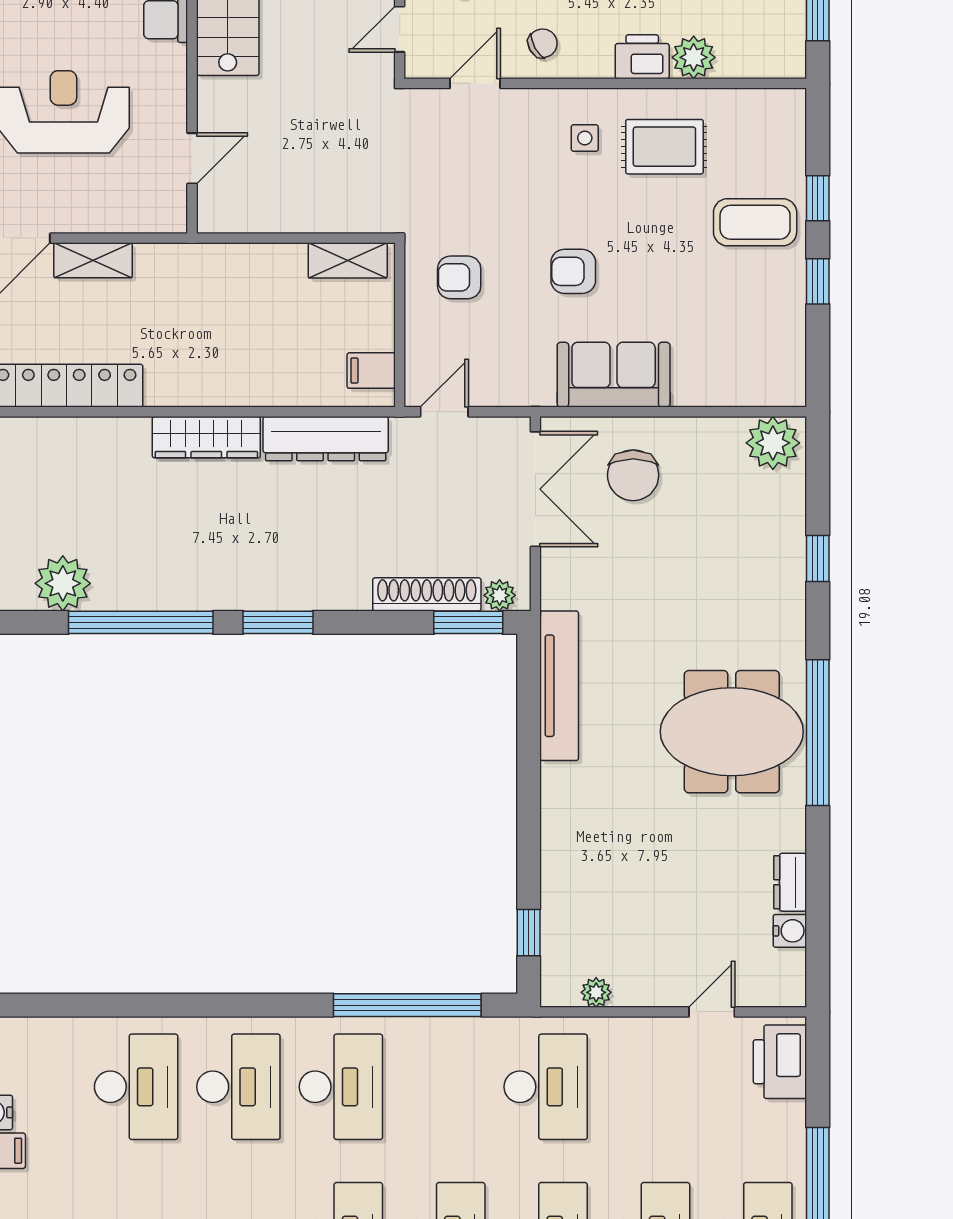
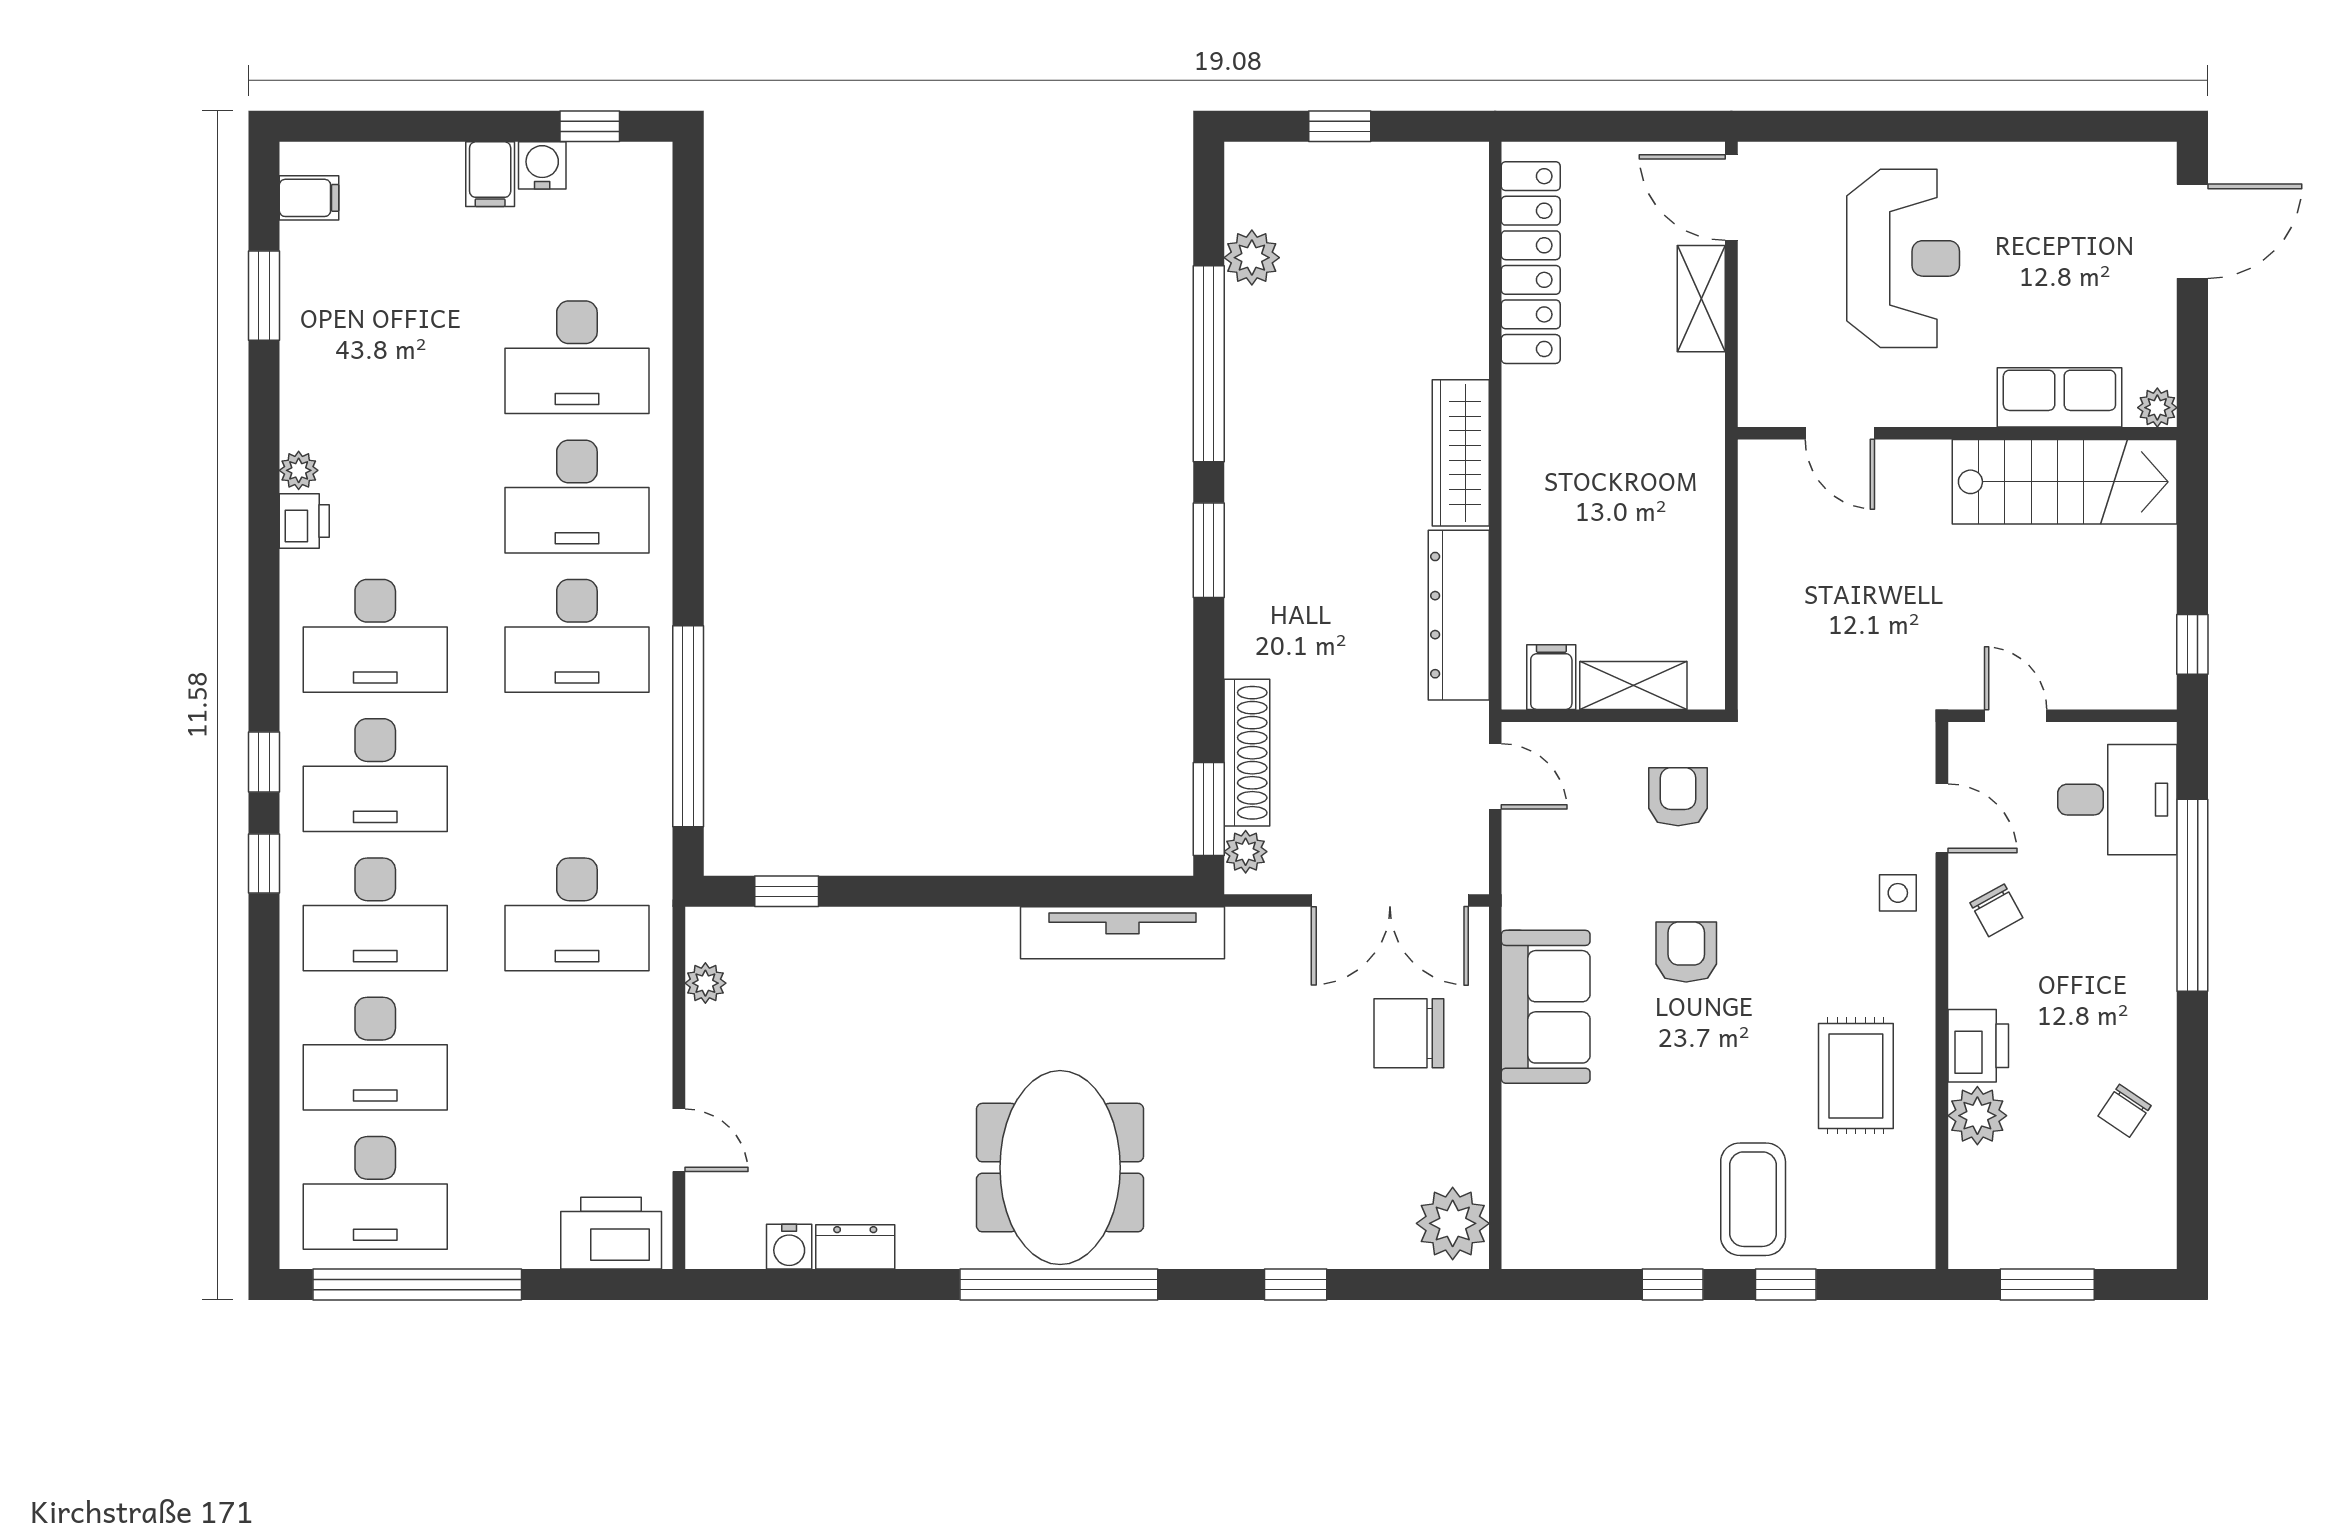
side table: (585, 138) -> (1898, 893), moved
shelving: (348, 260) -> (1633, 685), moved, turned 90
plant: (63, 583) -> (1252, 258), width x0.73, depth x0.73

